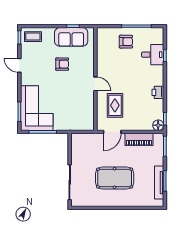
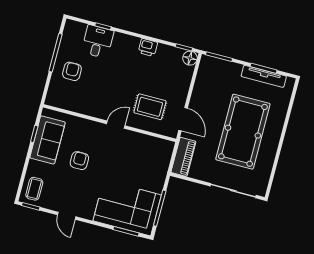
door: (19, 65) -> (67, 216), hinge flipped
piano: (139, 139) -> (183, 157), moved
pool table: (115, 178) -> (243, 132), width x1.36, depth x1.32

